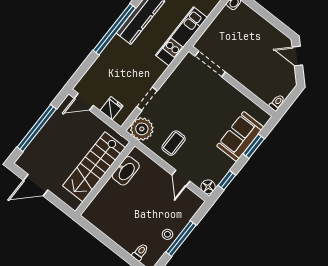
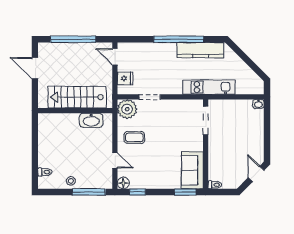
sofa: (240, 137) -> (192, 170), moved, turned -90
window: (254, 146) -> (185, 192), moved
door: (181, 178) -> (115, 161), swing flipped
window: (181, 239) -> (89, 192), moved

